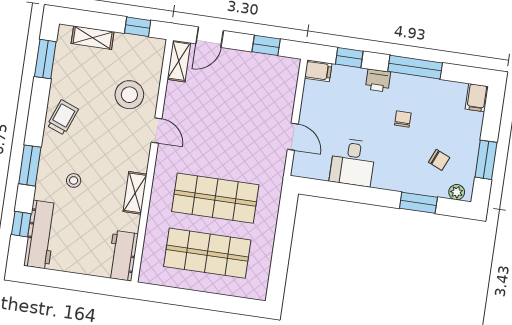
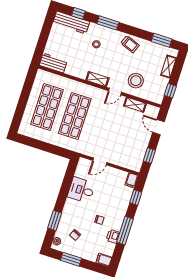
shelving: (179, 61) -> (135, 105), moved
printer: (378, 80) -> (113, 236), moved
shelving: (135, 193) -> (97, 79), moved

